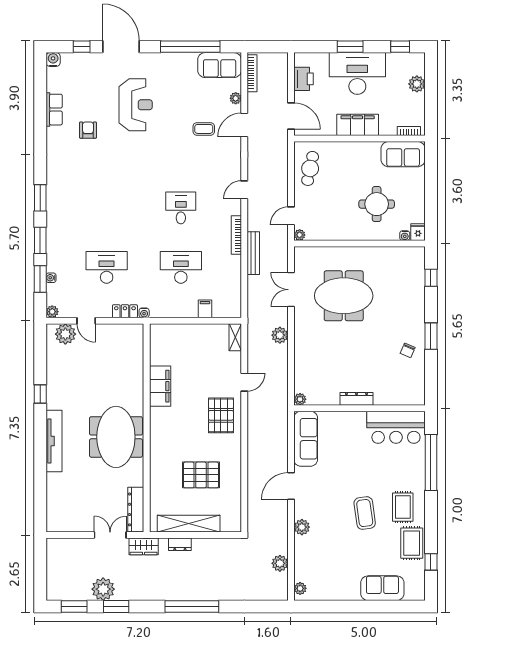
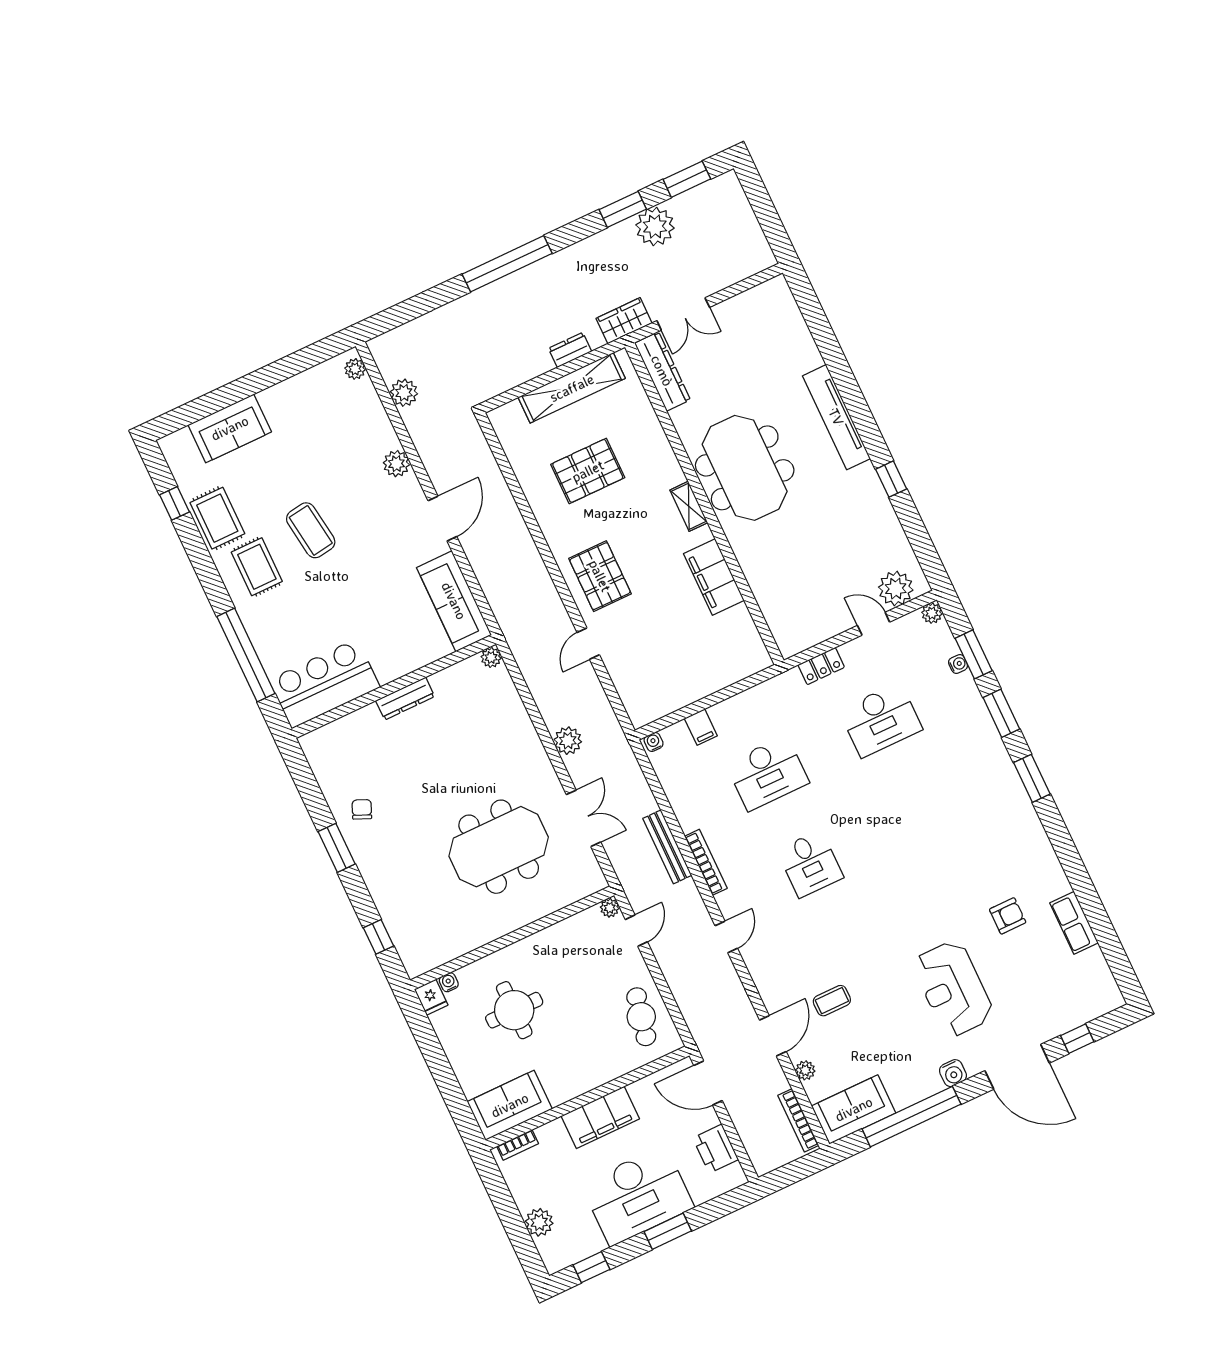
water cooler: (53, 59) -> (953, 1073), moved
armchair: (88, 130) -> (1008, 916), turned -90
water cooler: (144, 313) -> (654, 742), moved
shelving: (235, 337) -> (689, 506), moved

